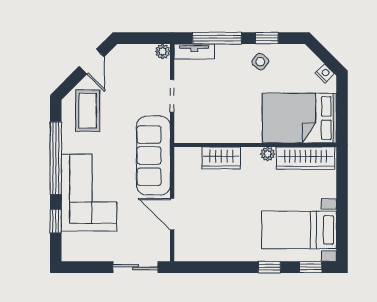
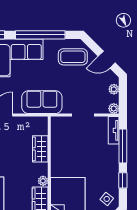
plant: (135, 51) -> (114, 89), added
side table: (260, 62) -> (107, 199), moved
sofa: (153, 156) -> (42, 102), width x0.73

